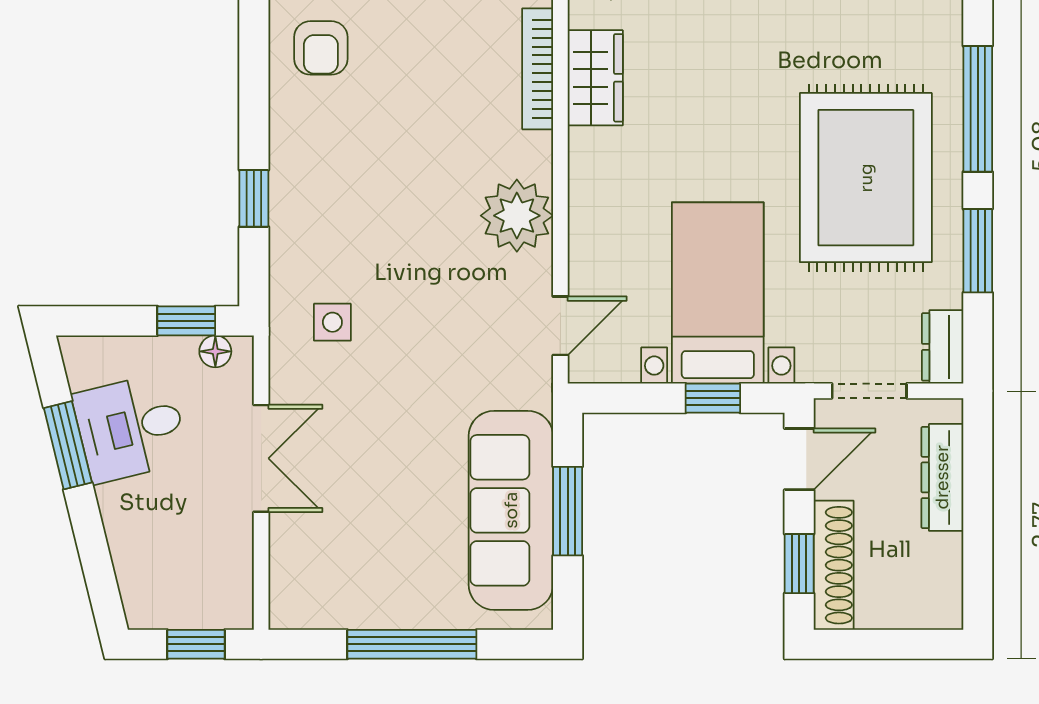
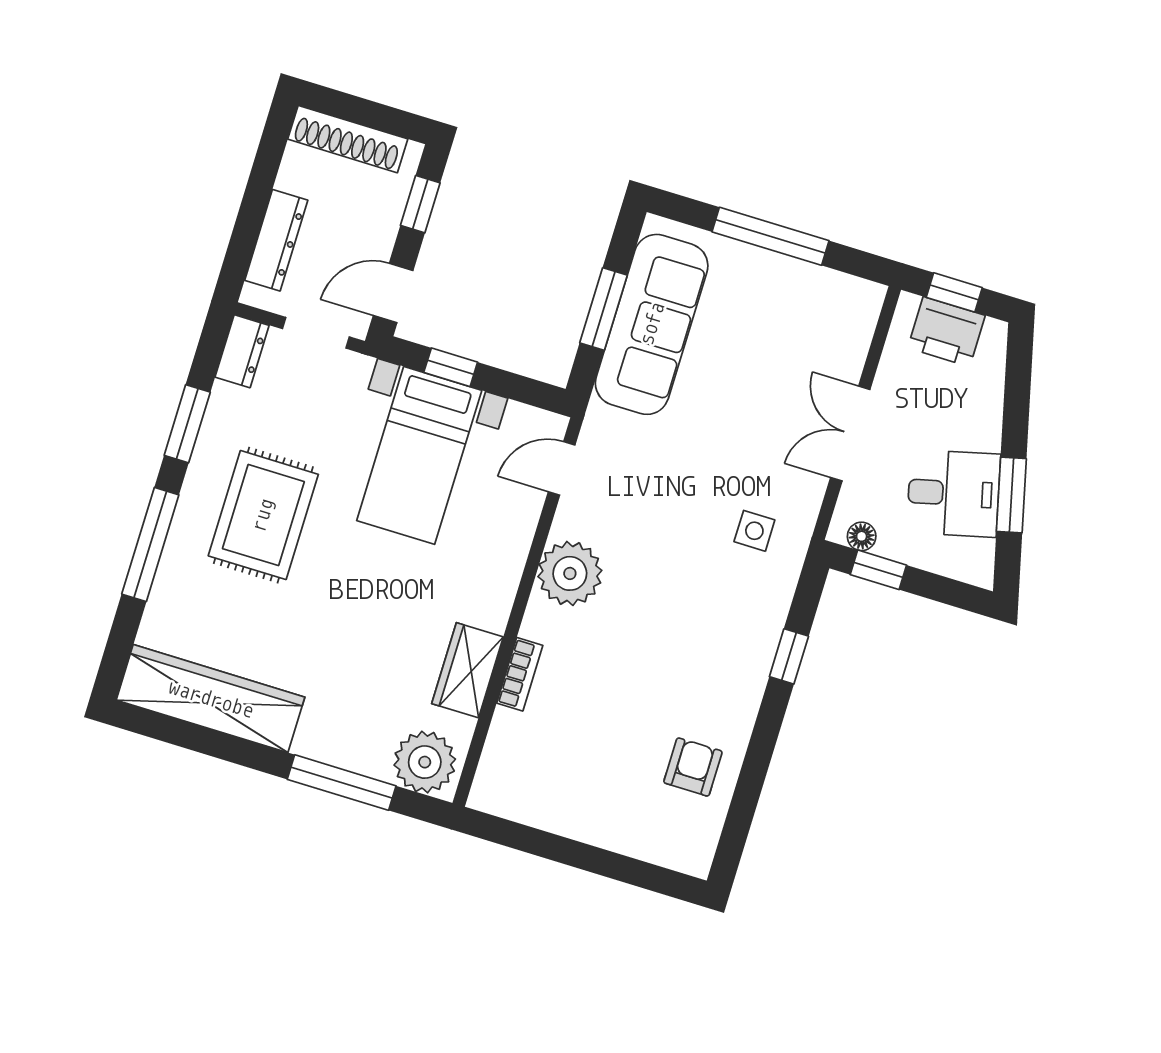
bookcase: (538, 69) -> (520, 674), width x0.64
rug: (866, 178) -> (263, 515), width x0.73, depth x0.69
shoe rack: (834, 565) -> (348, 139), moved, turned -90
printer: (191, 599) -> (946, 332), added

